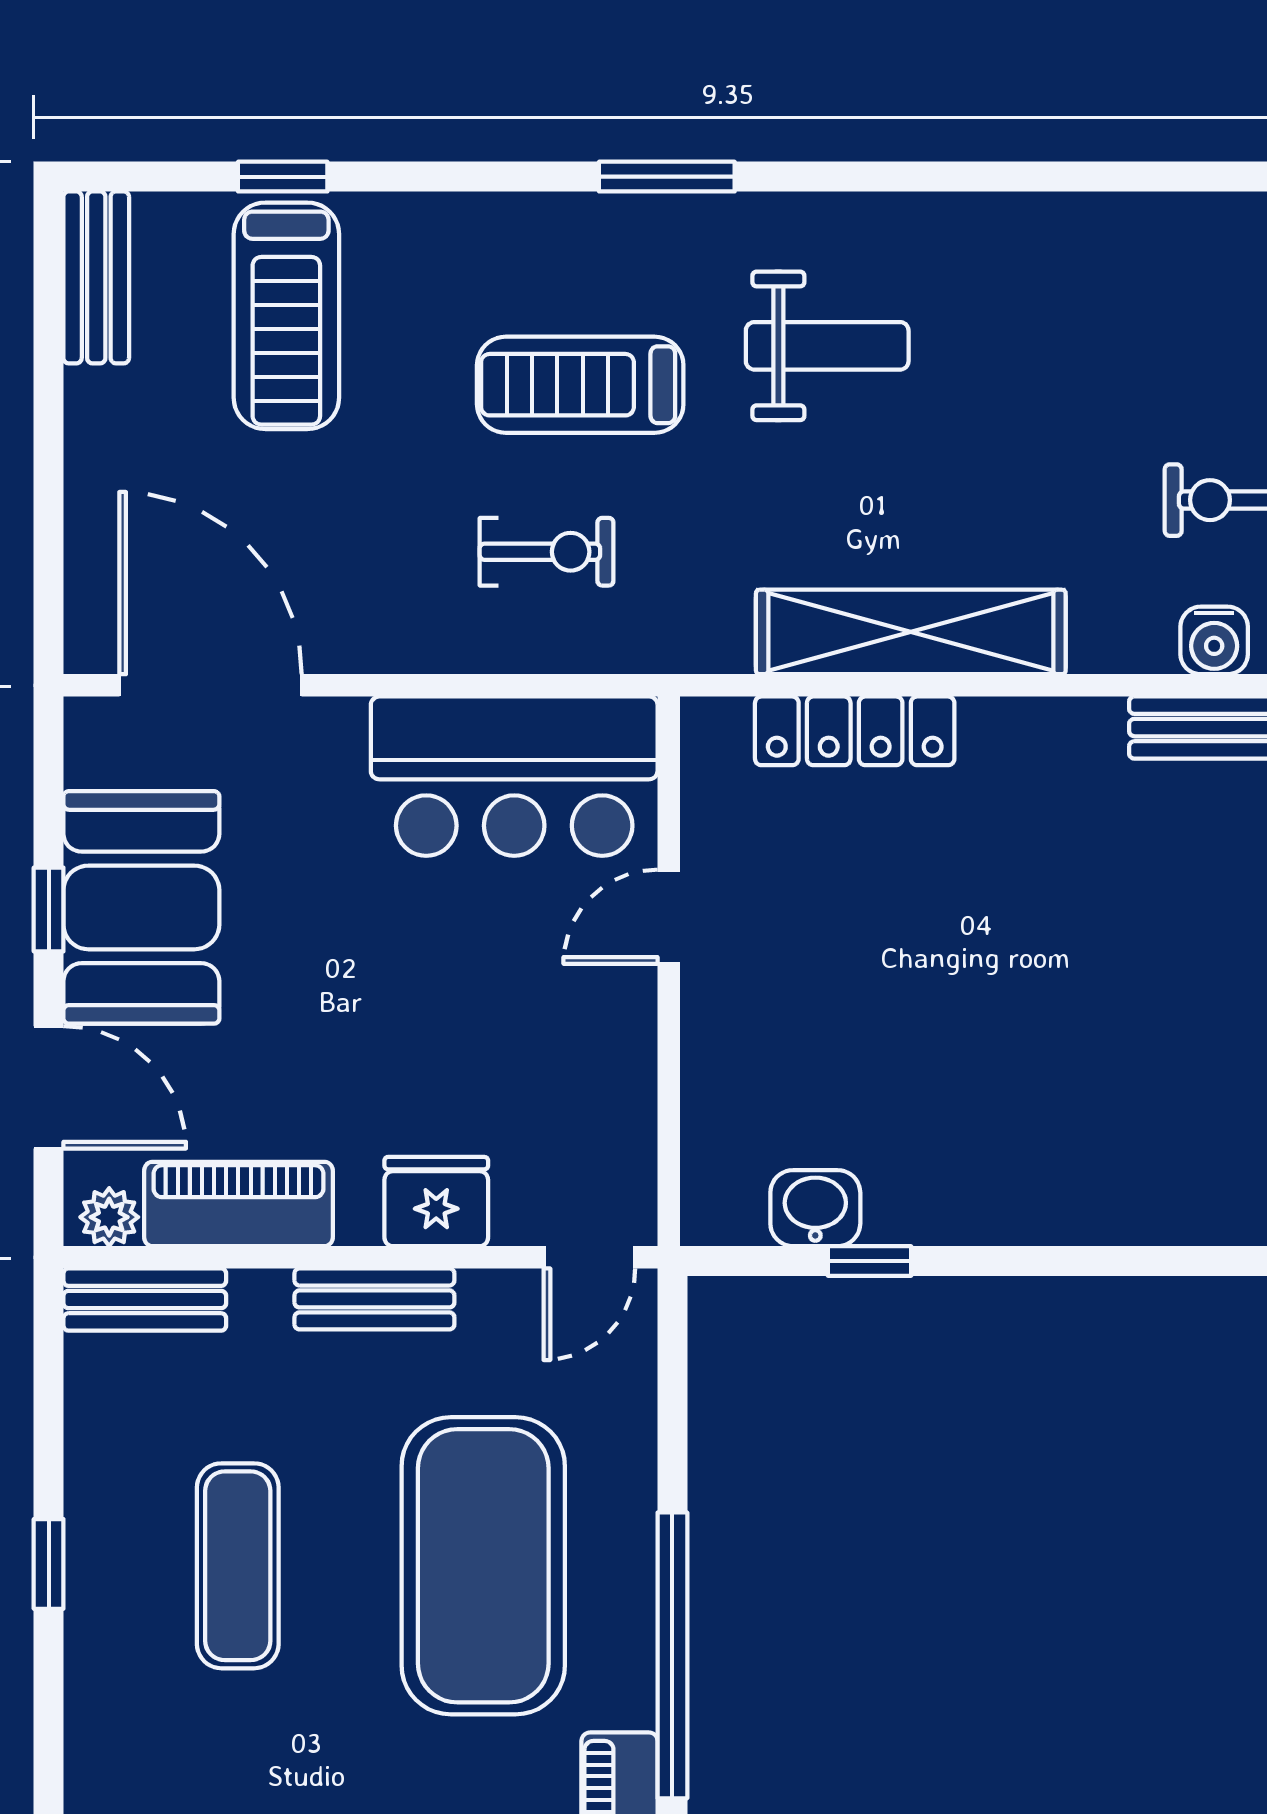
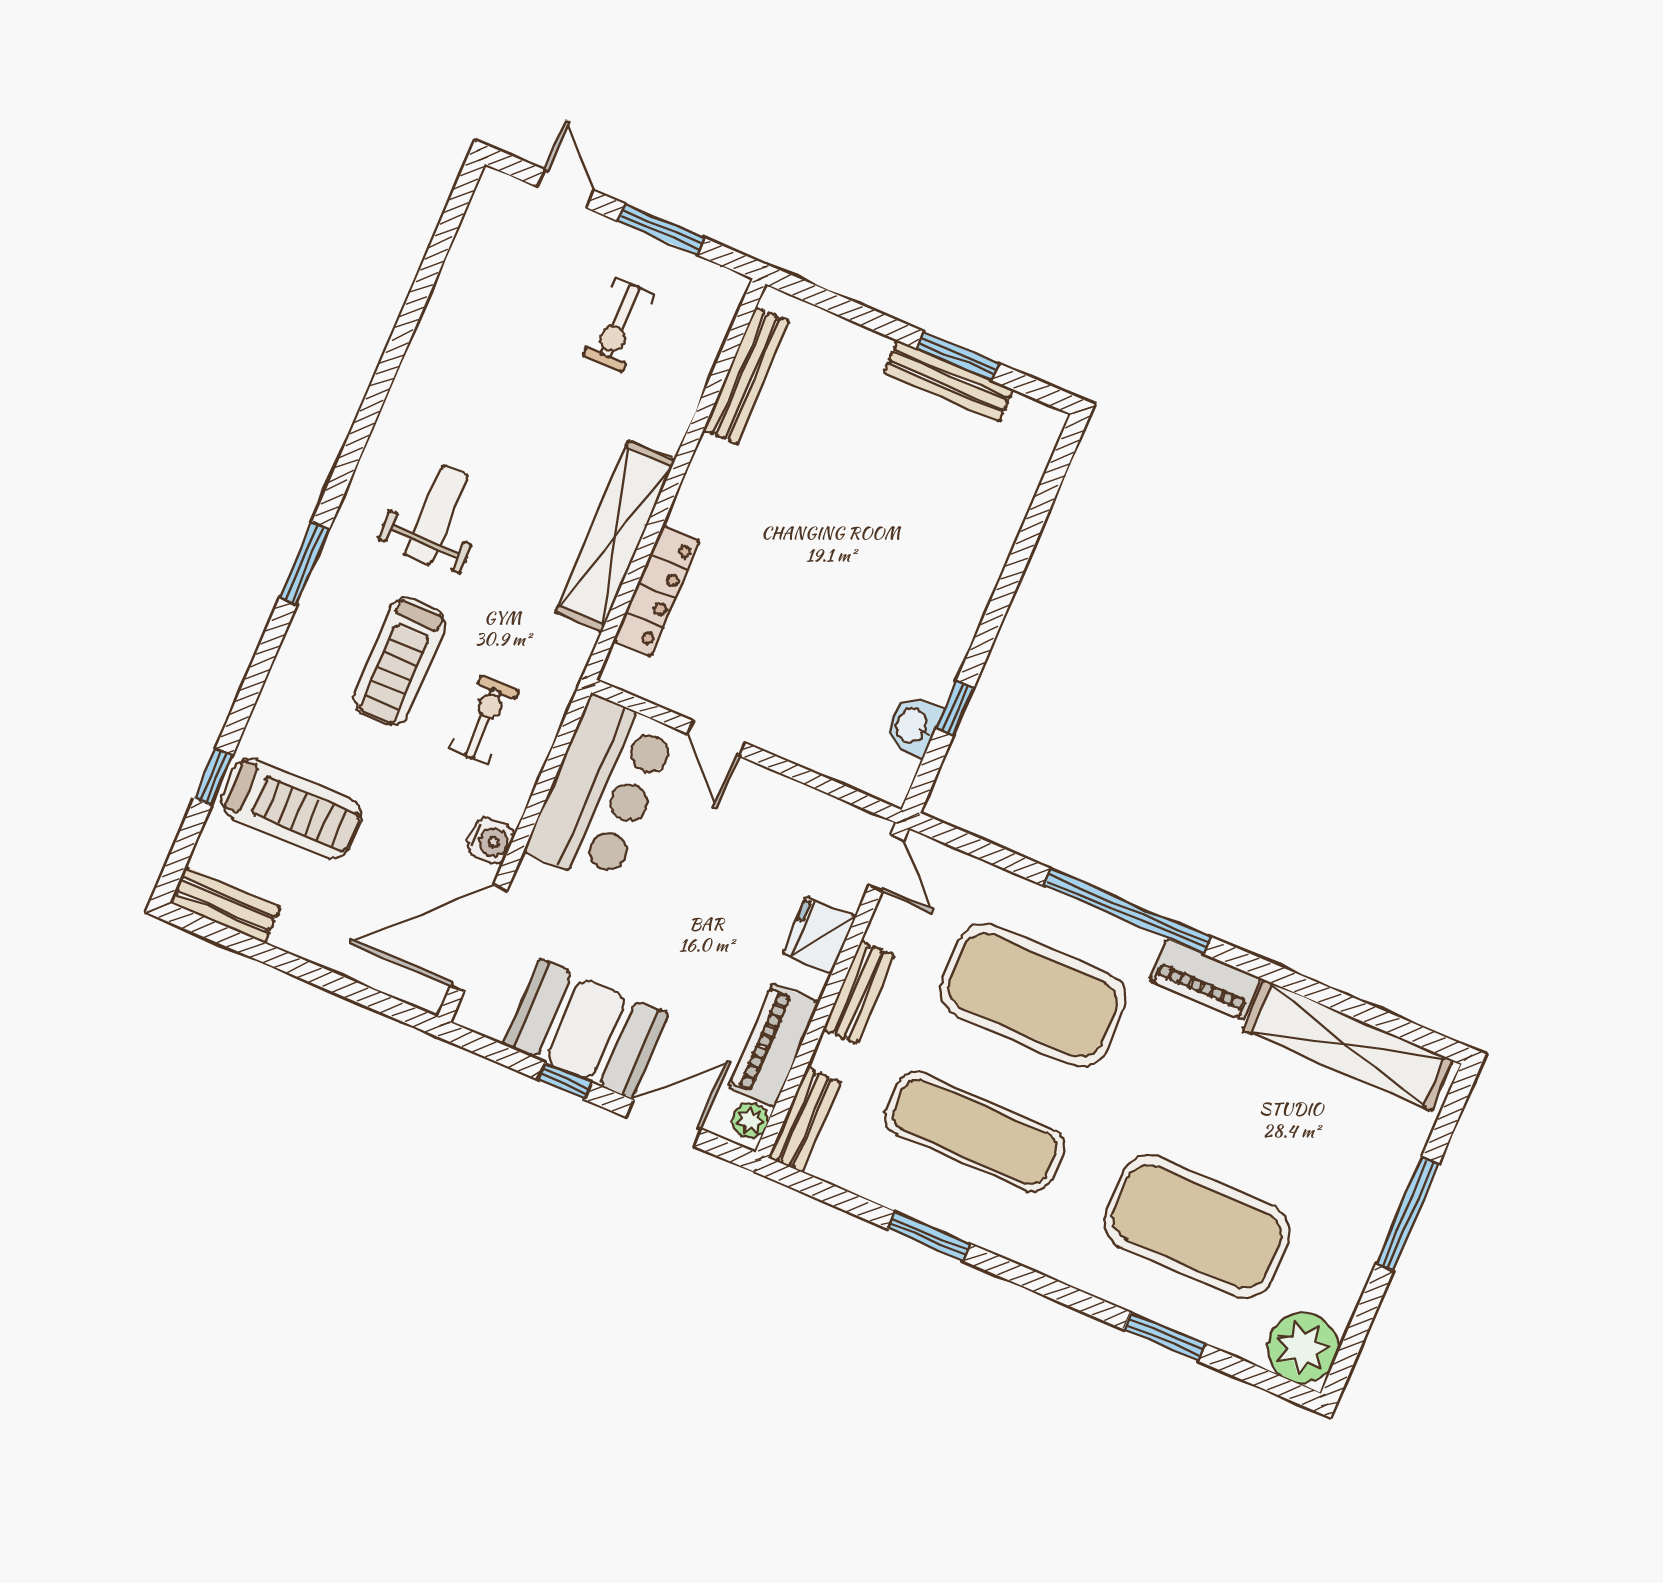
water cooler: (1214, 640) -> (491, 841), moved
window: (49, 1564) -> (929, 1236), width x1.50
exercise mat: (238, 1566) -> (975, 1132), width x1.36, depth x1.45

